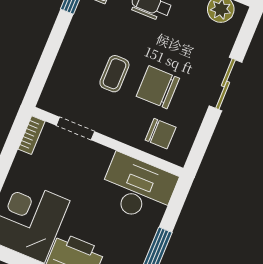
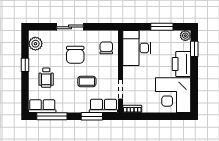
window: (48, 57) -> (92, 116), added
row of seats: (58, 86) -> (103, 106), added
chair: (158, 87) -> (75, 55), moved

